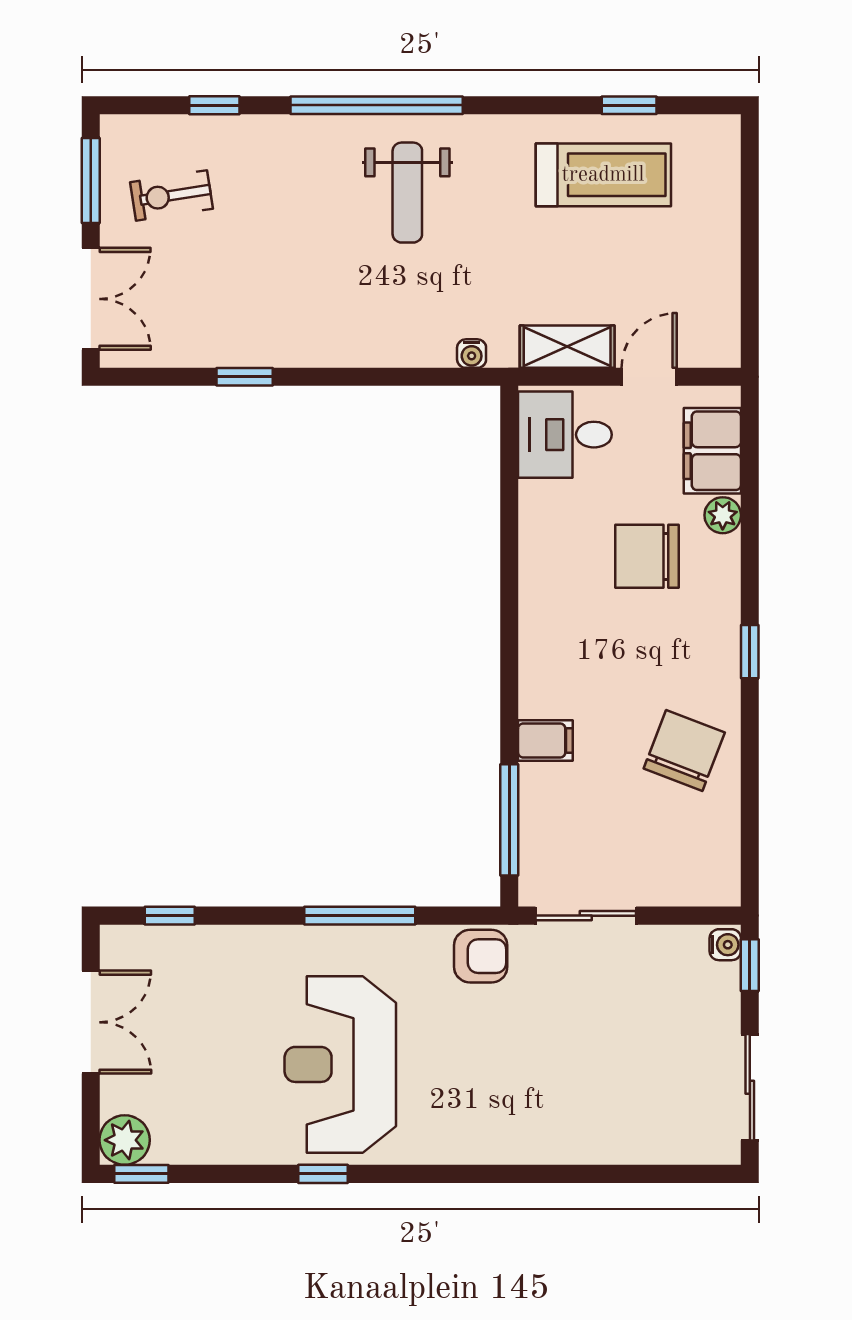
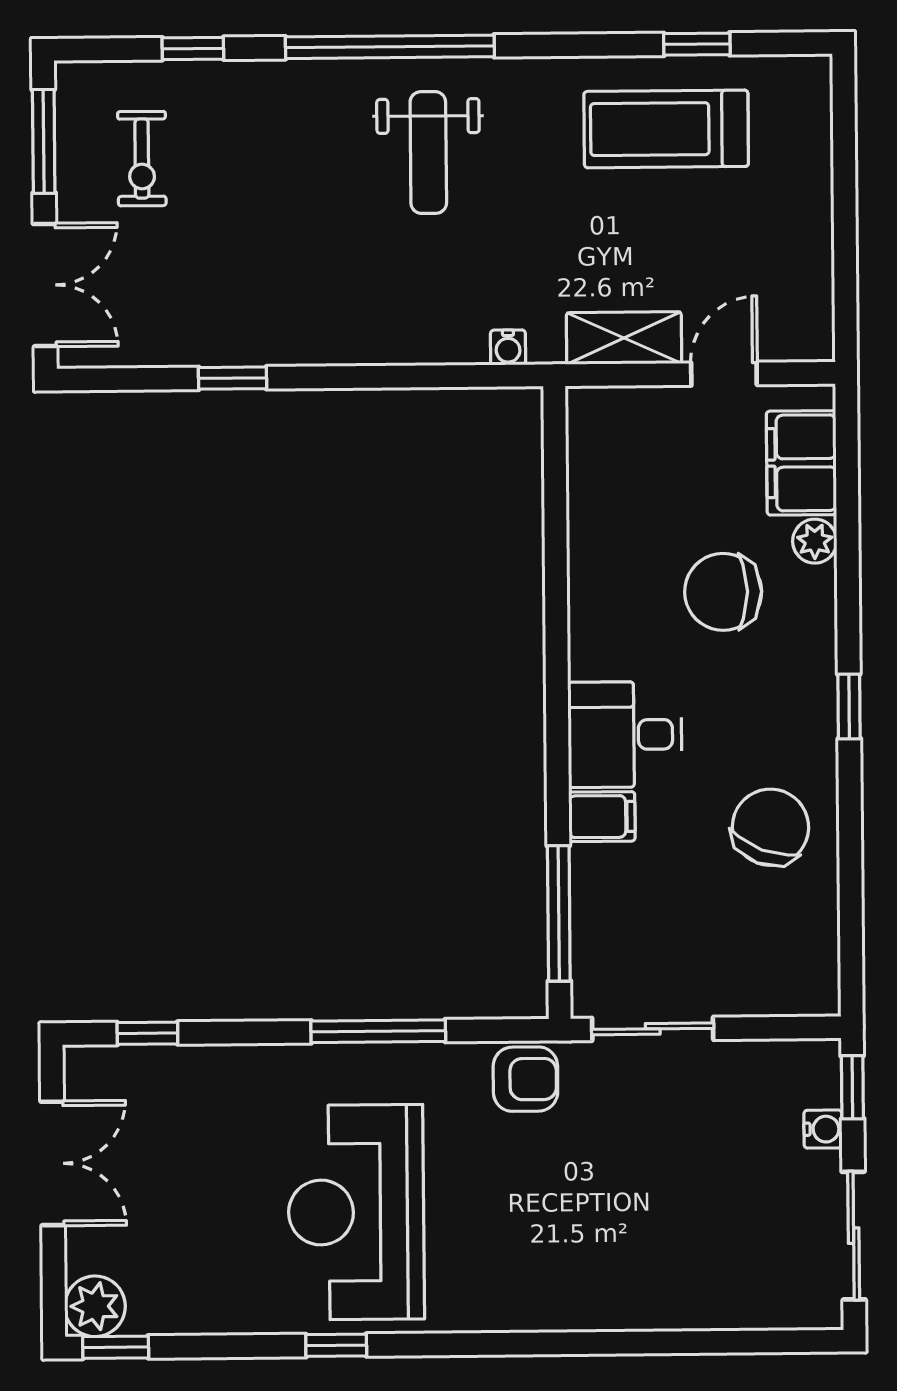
treadmill: (603, 175) -> (666, 129), turned 180
exercise bike: (172, 195) -> (142, 159), turned -81
desk: (565, 435) -> (625, 735), moved
water cooler: (725, 945) -> (823, 1129), moved

